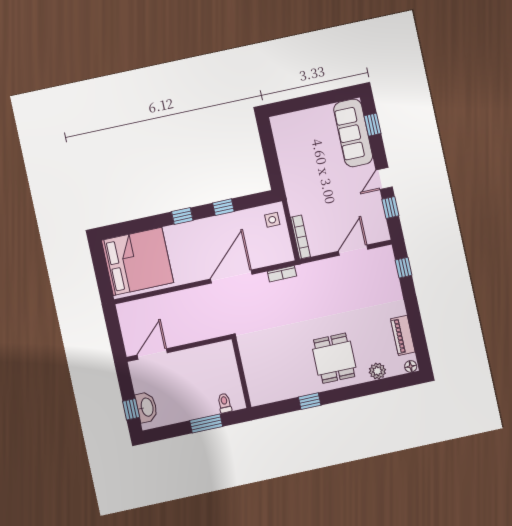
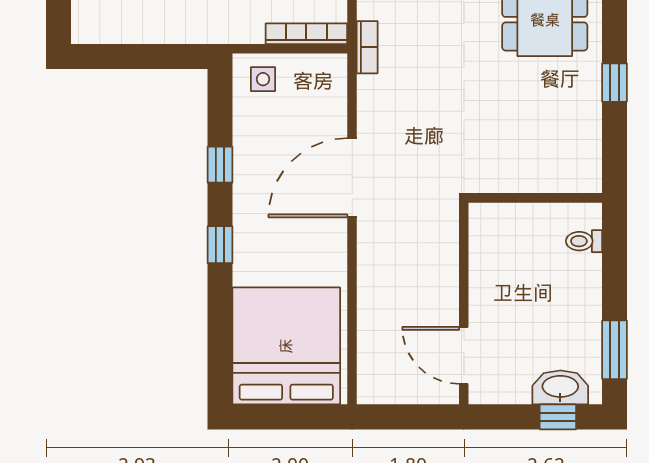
bookcase: (282, 274) -> (367, 47), moved
door: (231, 277) -> (352, 178), hinge flipped
window: (206, 424) -> (614, 350), moved

